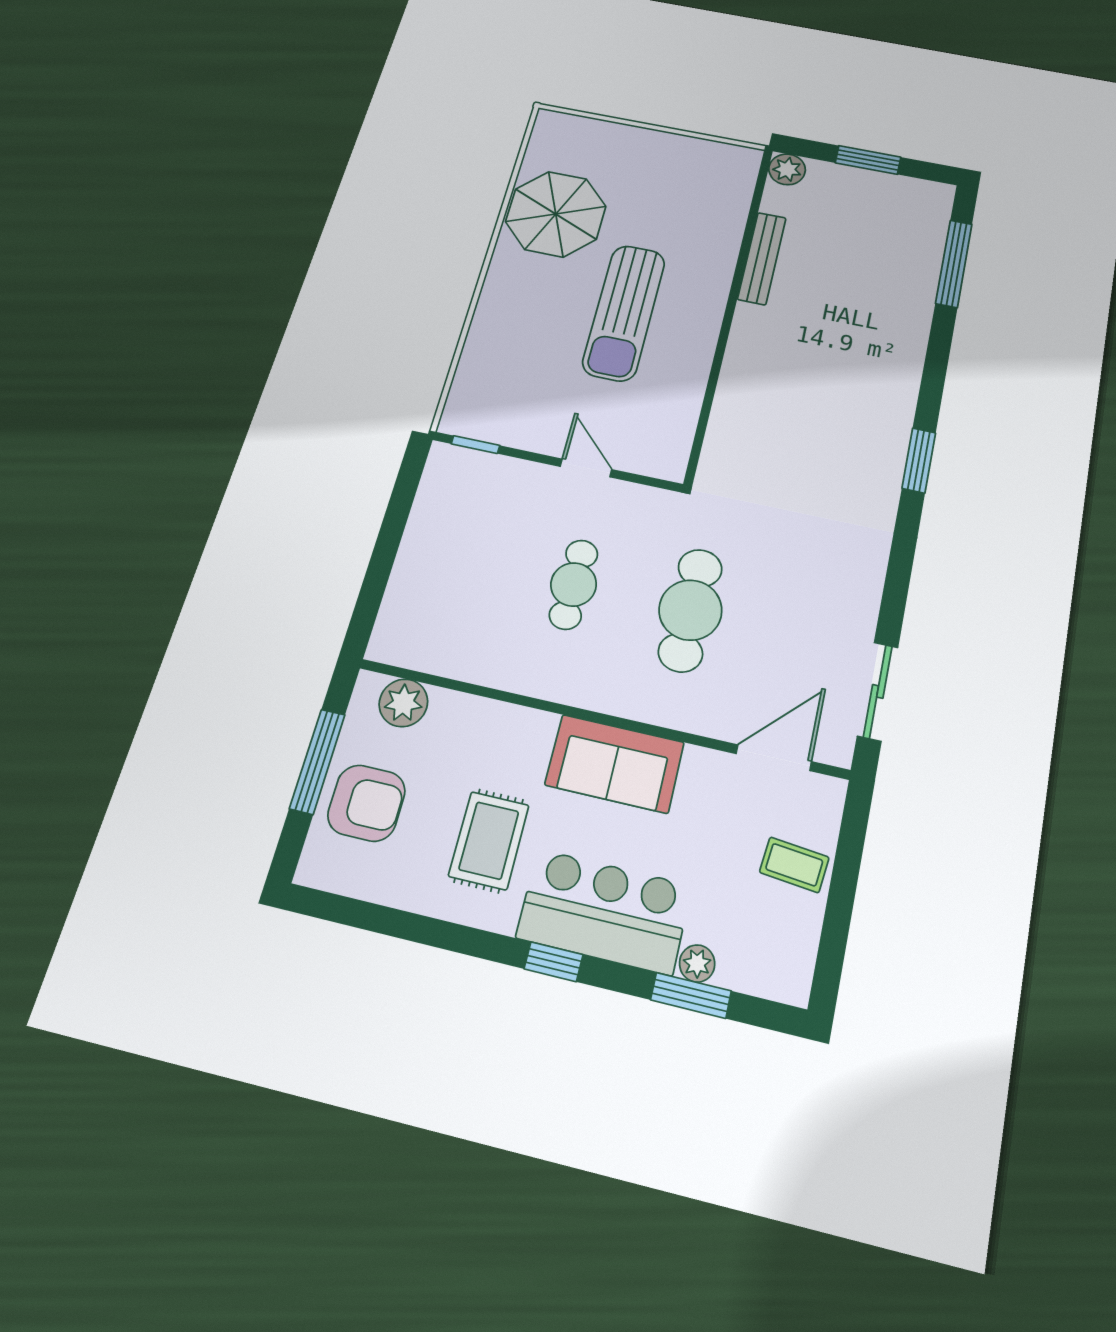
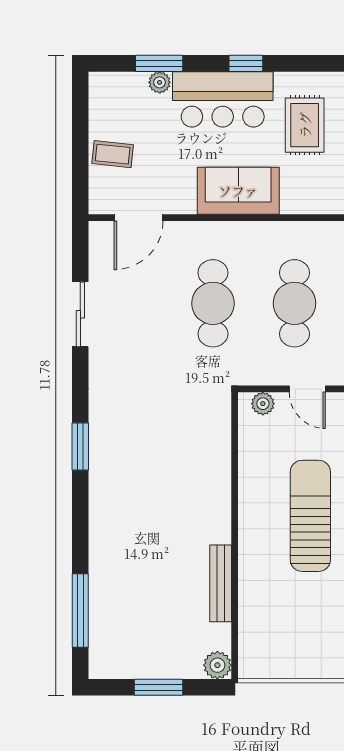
plant: (652, 462) -> (263, 404), added
cafe table: (574, 584) -> (294, 303), width x1.37, depth x1.35
sliding door: (878, 691) -> (80, 314), moved

